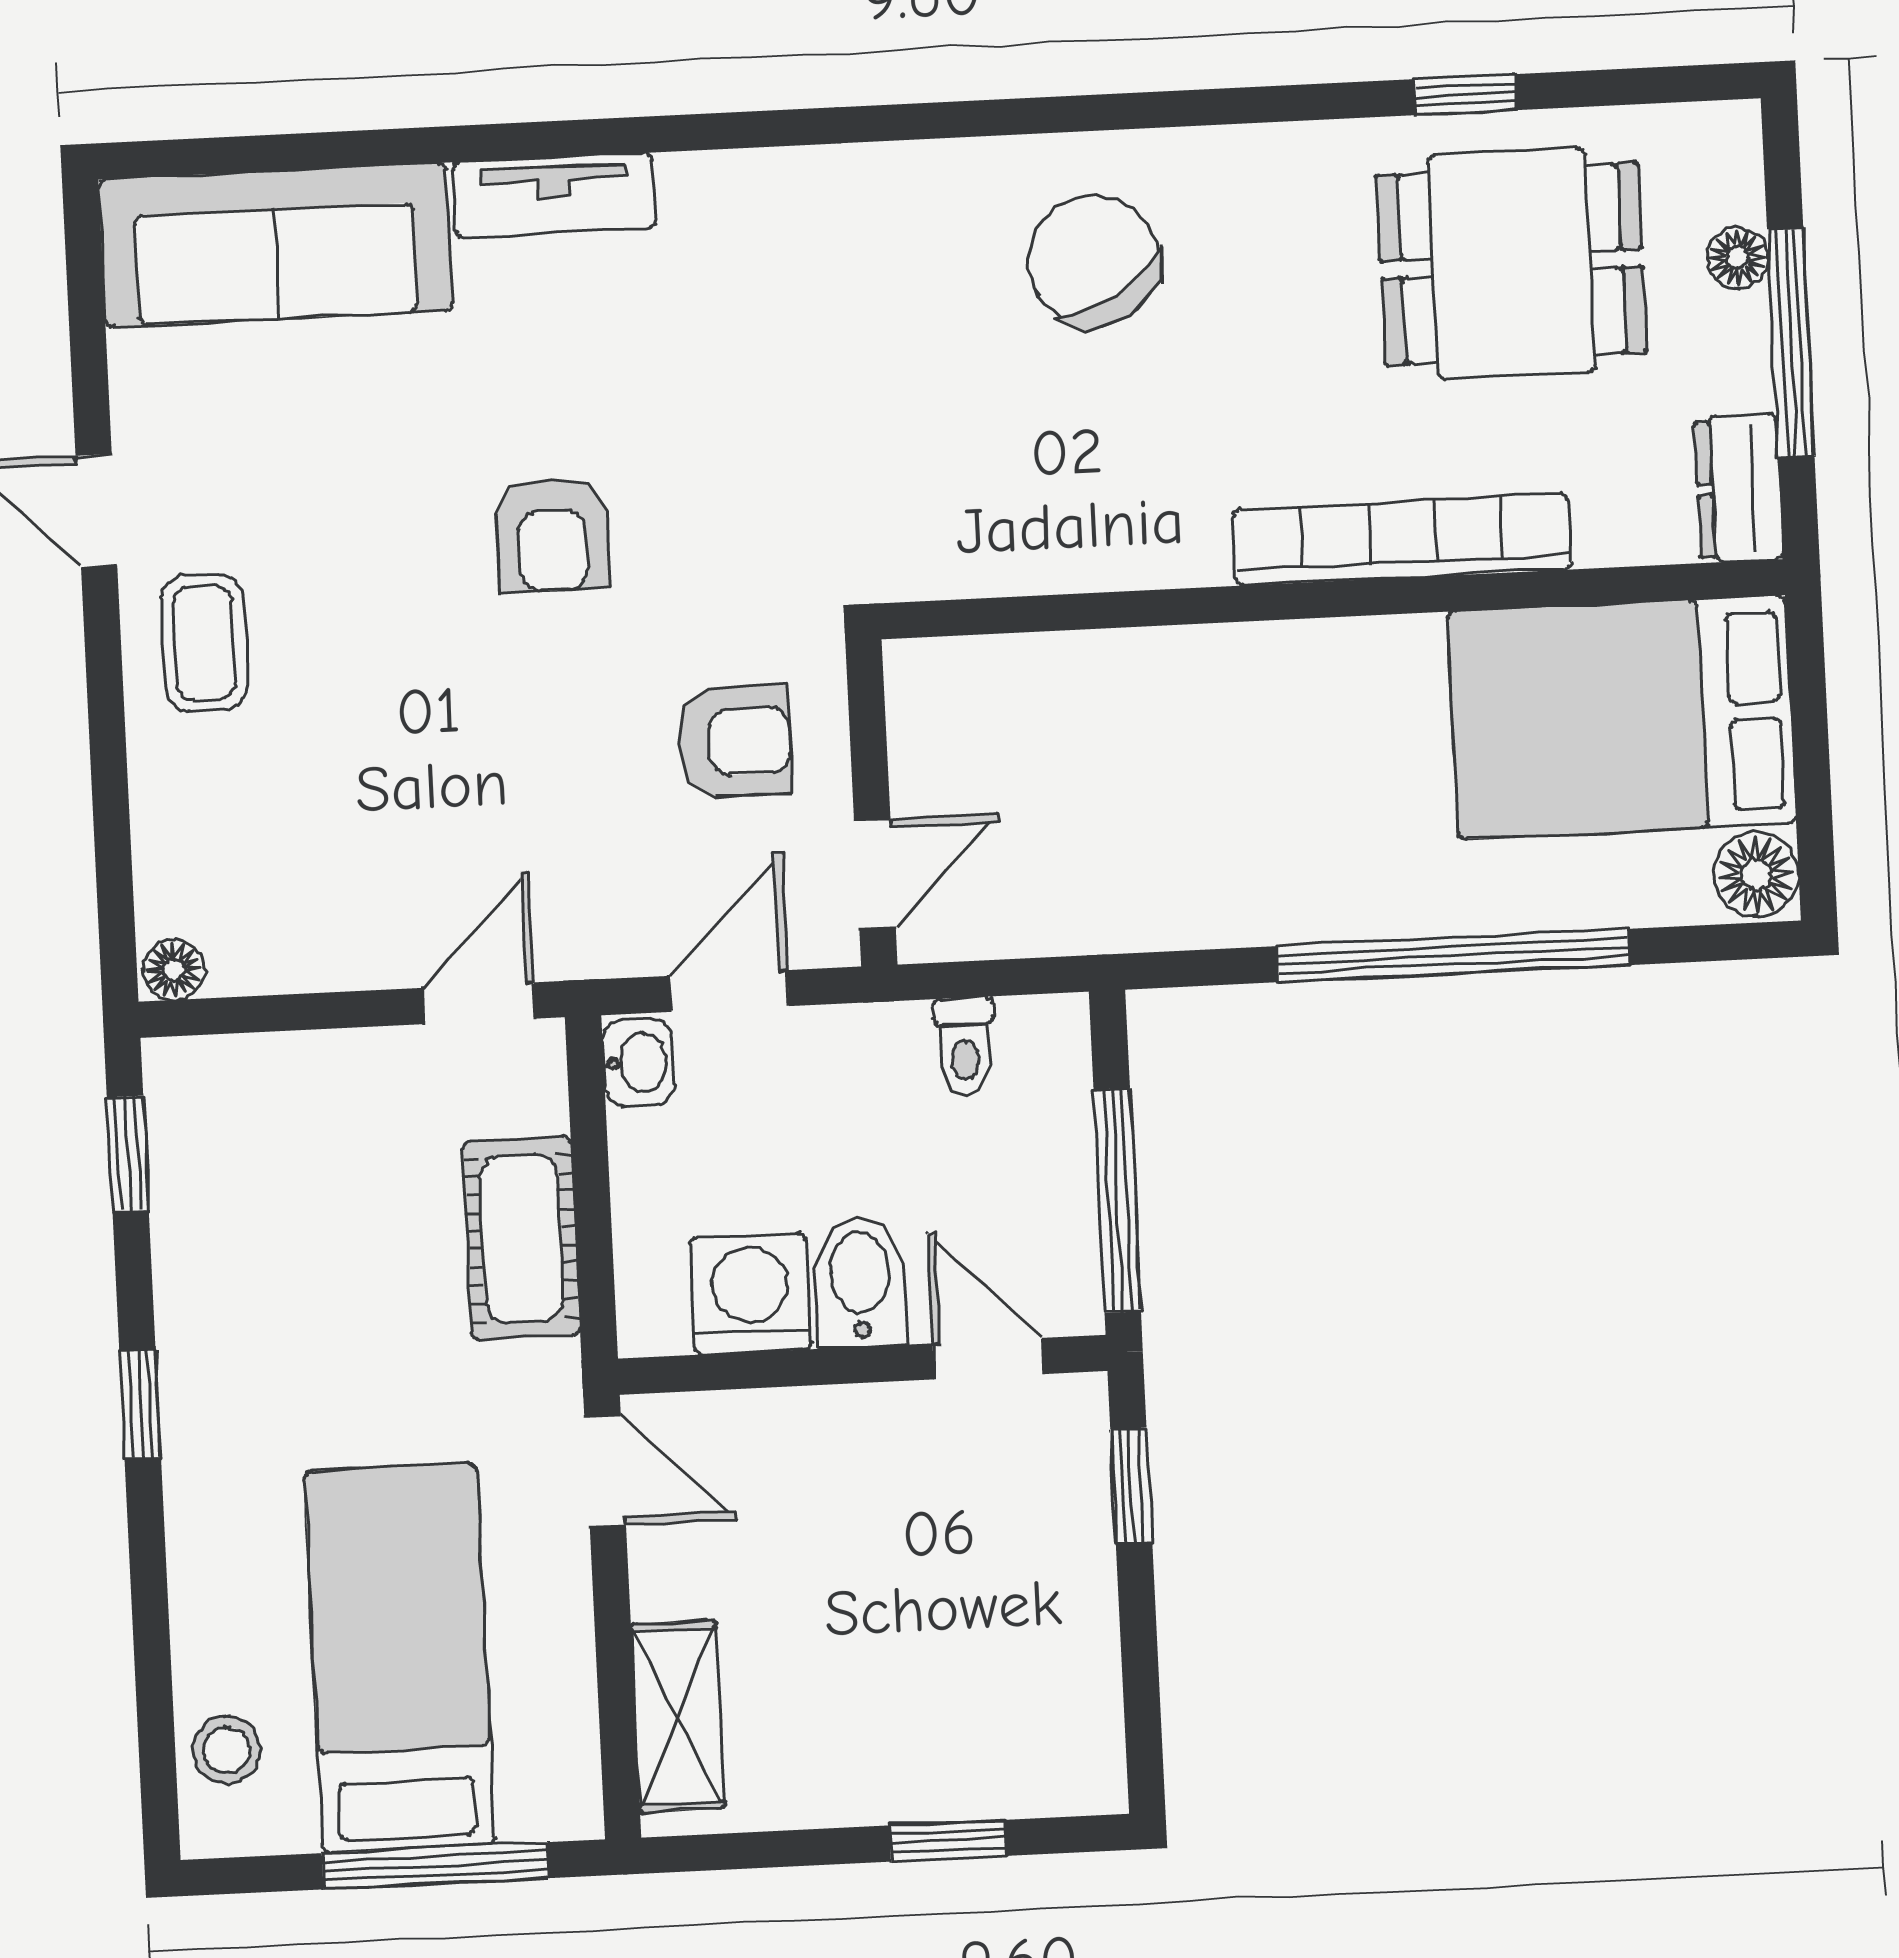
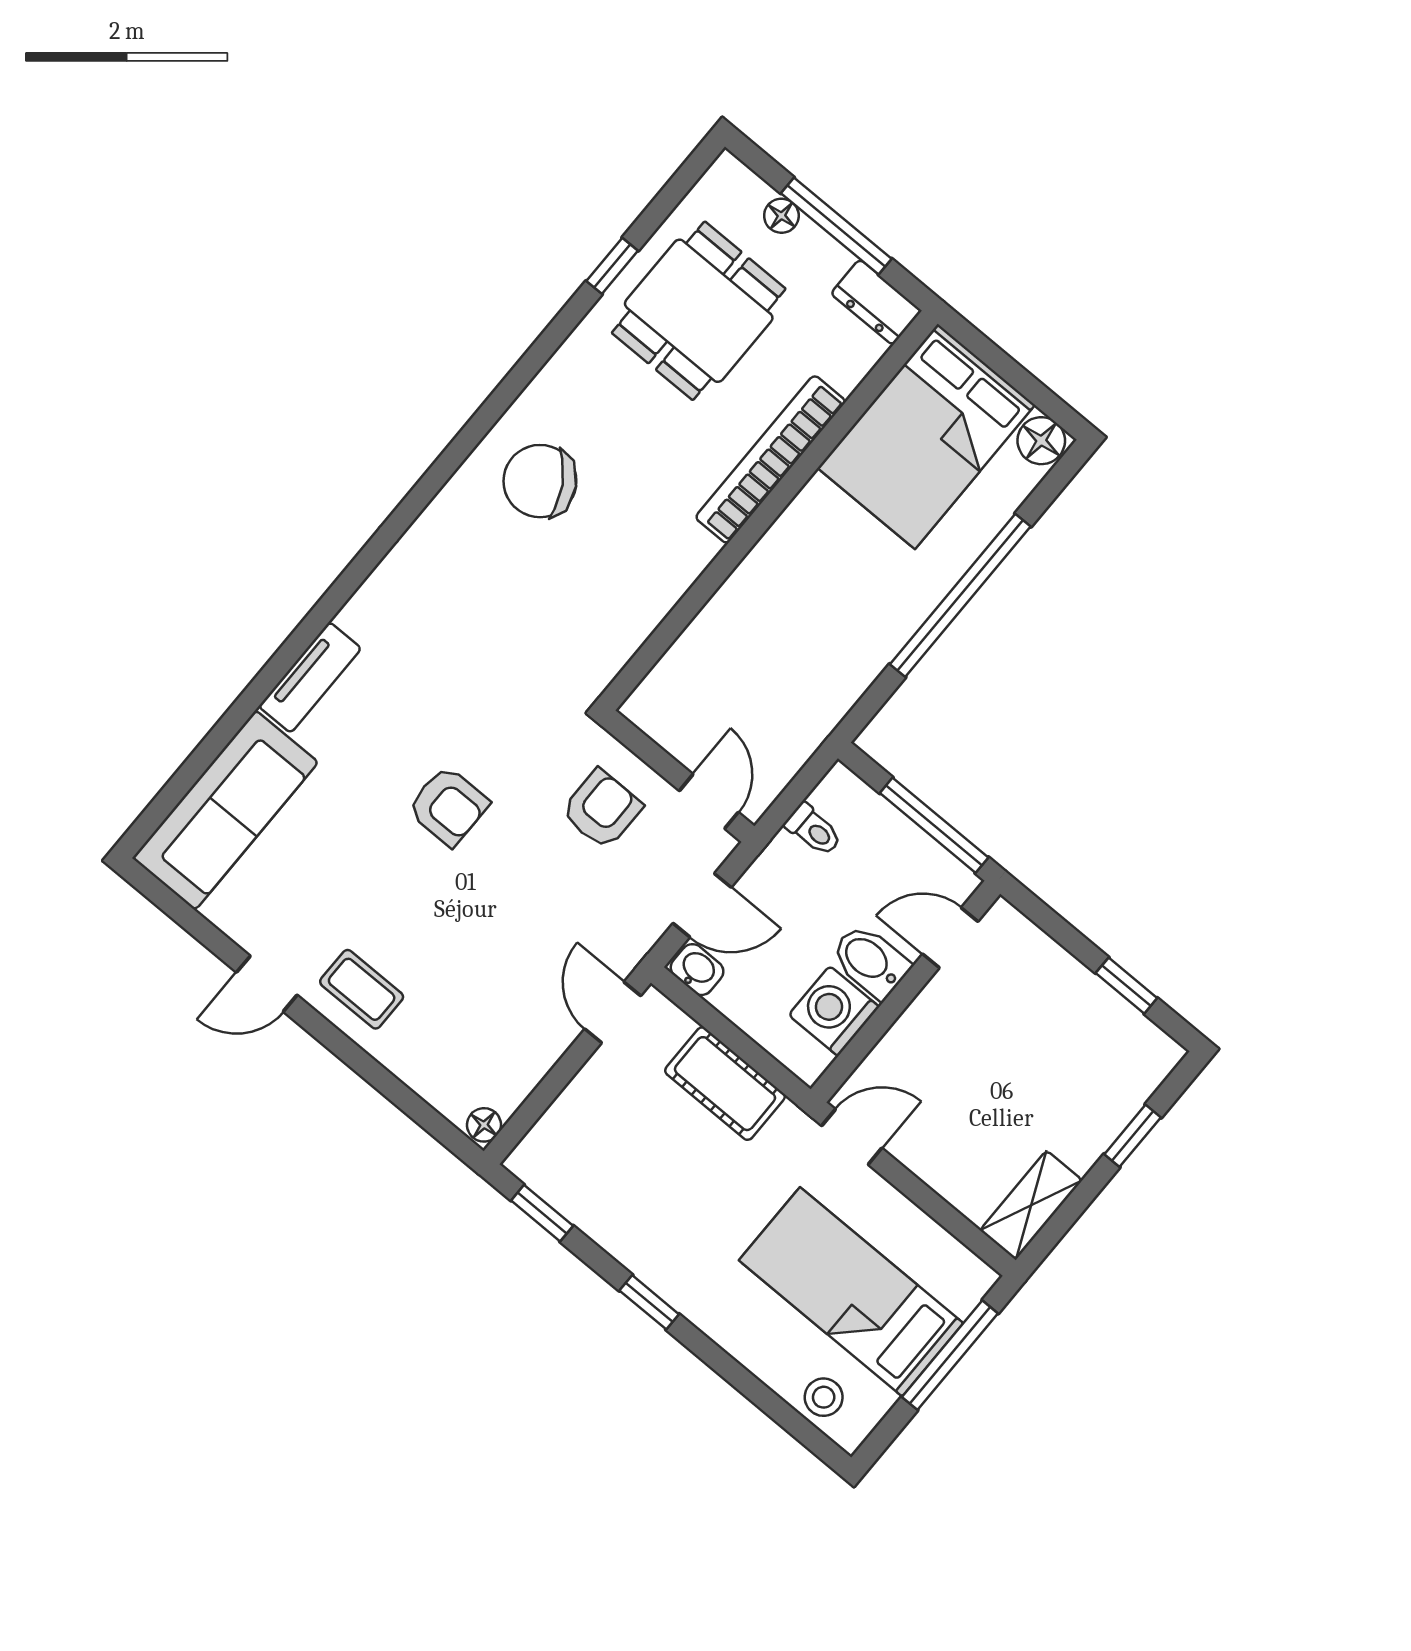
door: (729, 991) -> (702, 905), swing flipped
window: (1131, 1485) -> (1126, 986), moved
shelving: (678, 1716) -> (1031, 1205), moved, turned 90

